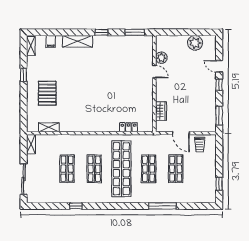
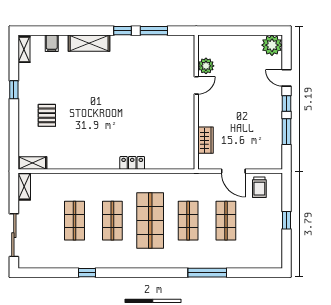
window: (135, 32) -> (154, 31), moved
plant: (195, 43) -> (272, 45), moved
door: (154, 72) -> (196, 85), hinge flipped
pallet: (47, 93) -> (47, 115), width x0.67, depth x0.71
window: (219, 116) -> (287, 132), moved
shelving: (49, 127) -> (32, 163), moved
locker: (129, 127) -> (132, 163), moved
shop shelf: (121, 169) -> (150, 221), width x0.71
window: (219, 184) -> (287, 220), moved

